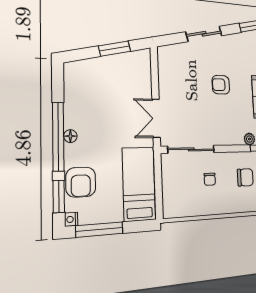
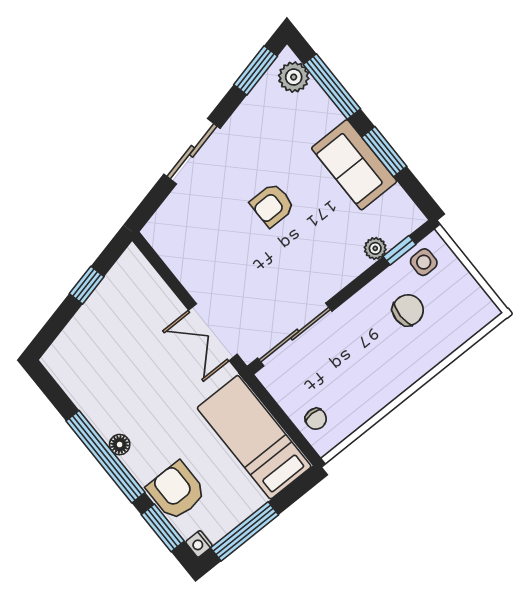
window: (115, 49) -> (87, 285), width x0.67
chair: (210, 179) -> (316, 419), moved
armchair: (81, 182) -> (176, 491), turned 180

